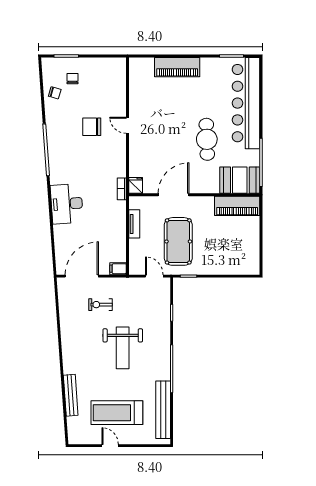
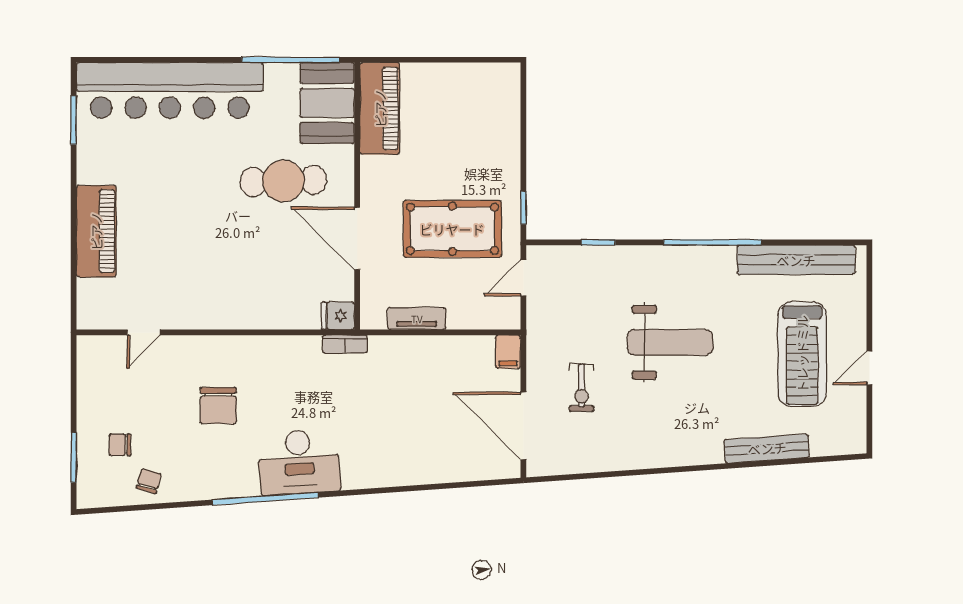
door: (128, 125) -> (144, 332), moved
cafe table: (207, 139) -> (283, 181), moved
desk: (67, 204) -> (299, 462), moved

